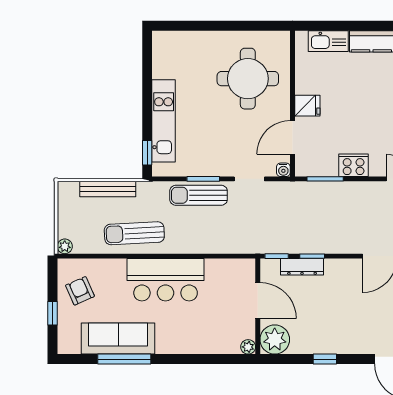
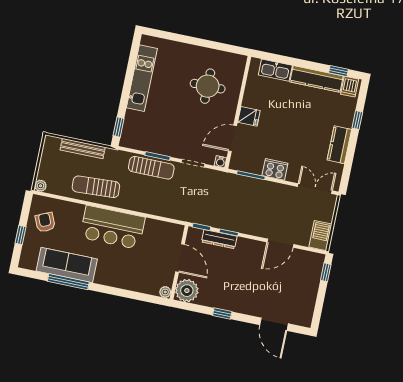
round table: (248, 79) -> (208, 86), width x0.73, depth x0.73
kitchen unit: (164, 121) -> (142, 78), moved
sun lounger: (199, 195) -> (151, 168), turned 180

